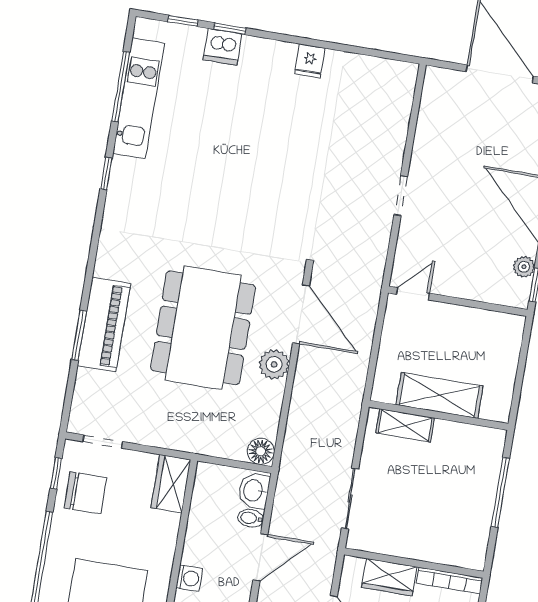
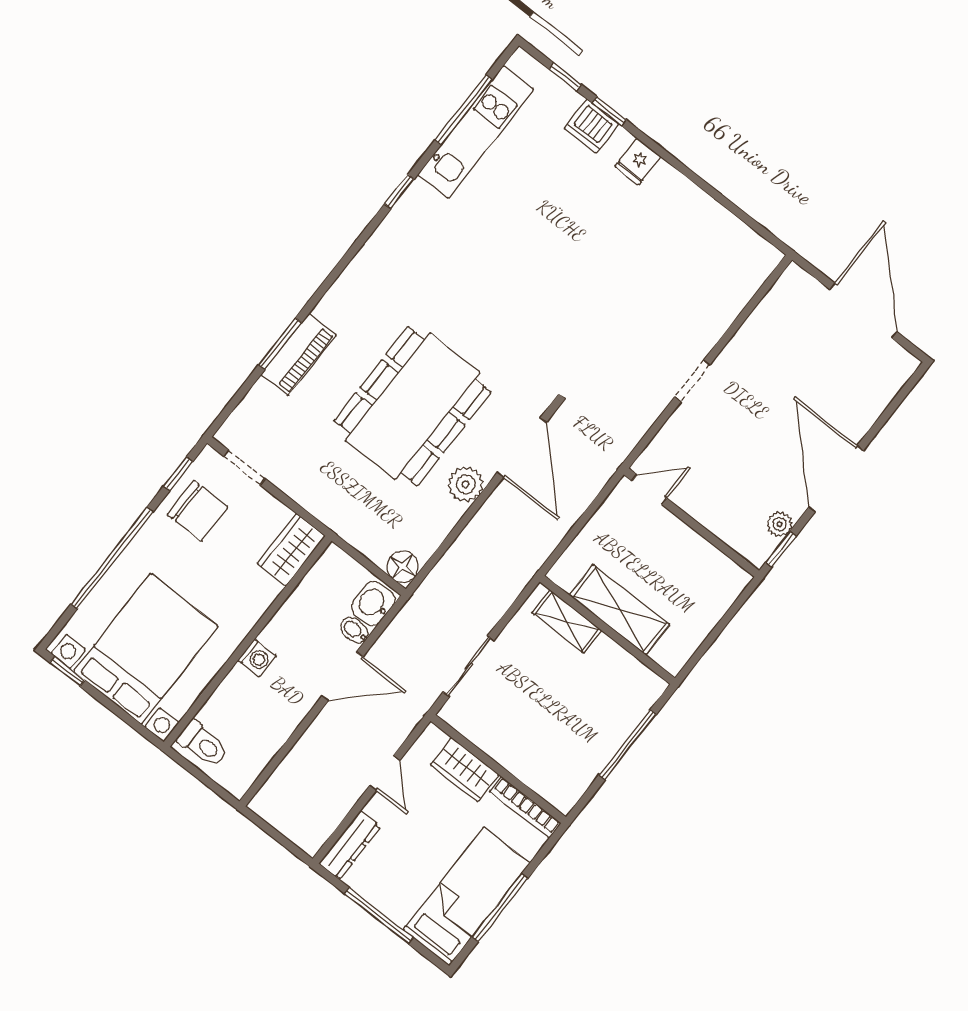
fridge: (310, 61) -> (638, 162), moved
piano: (104, 325) -> (298, 355), width x0.73, depth x0.75

